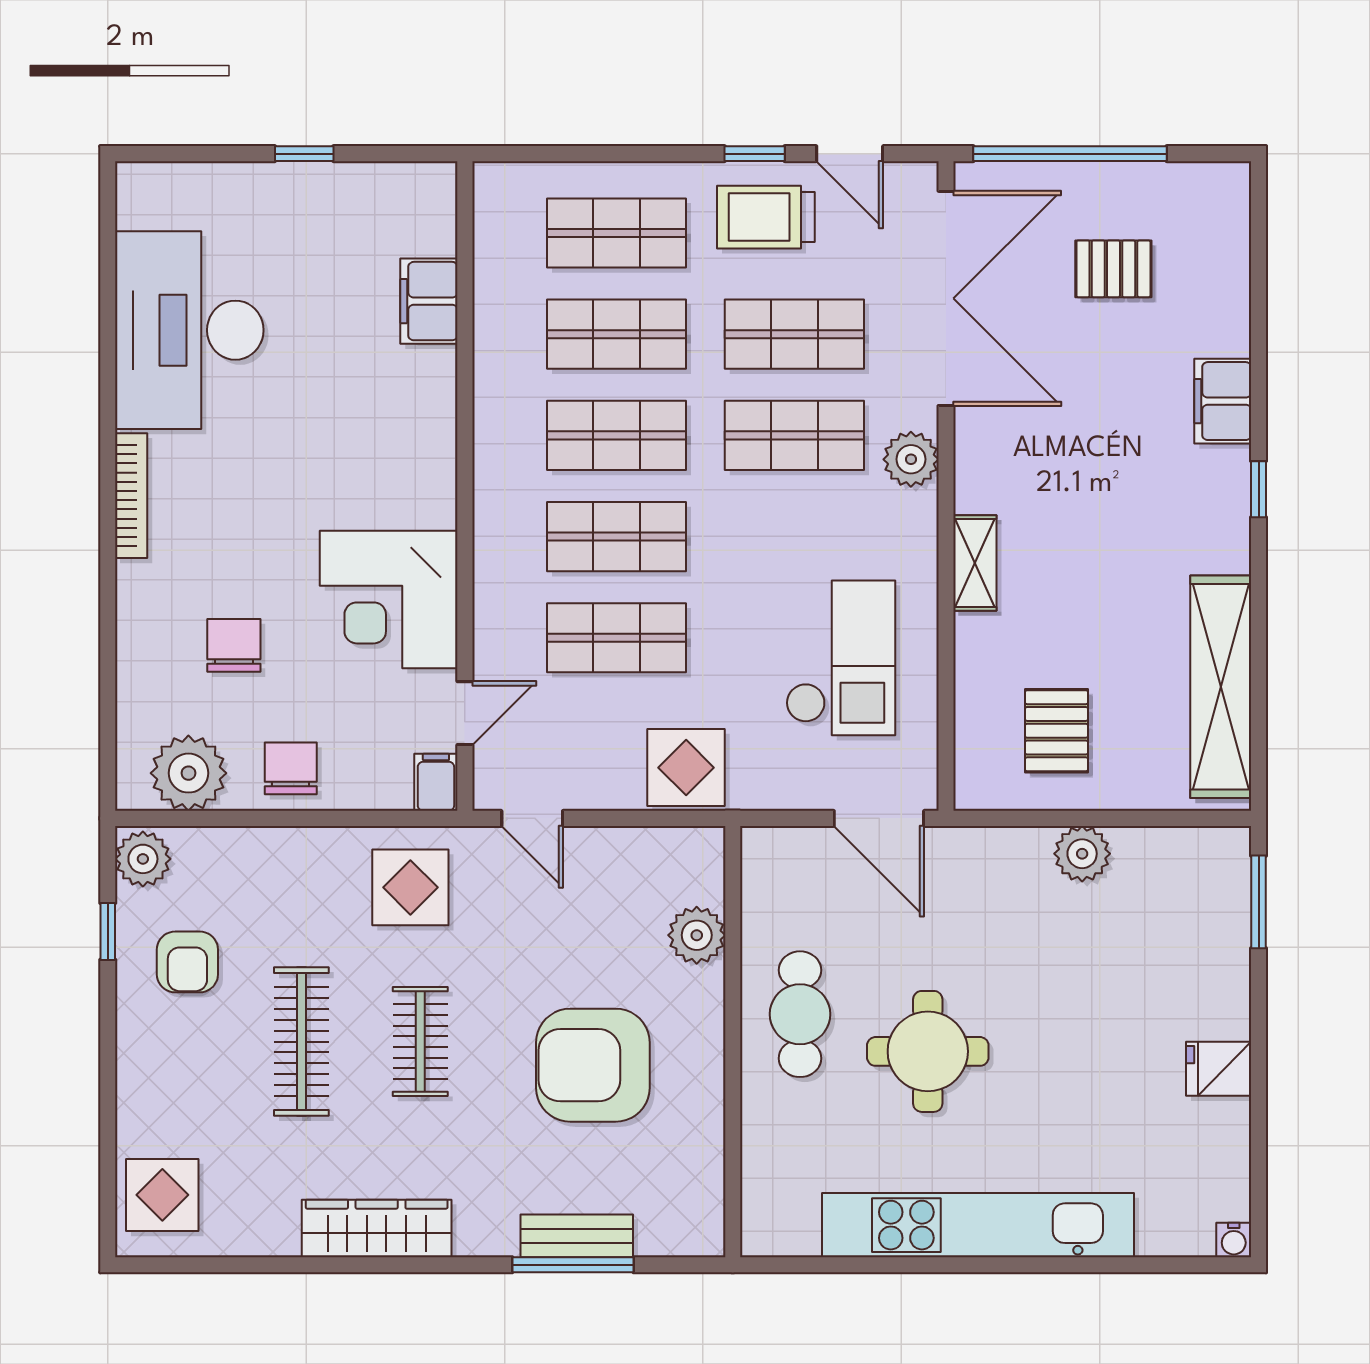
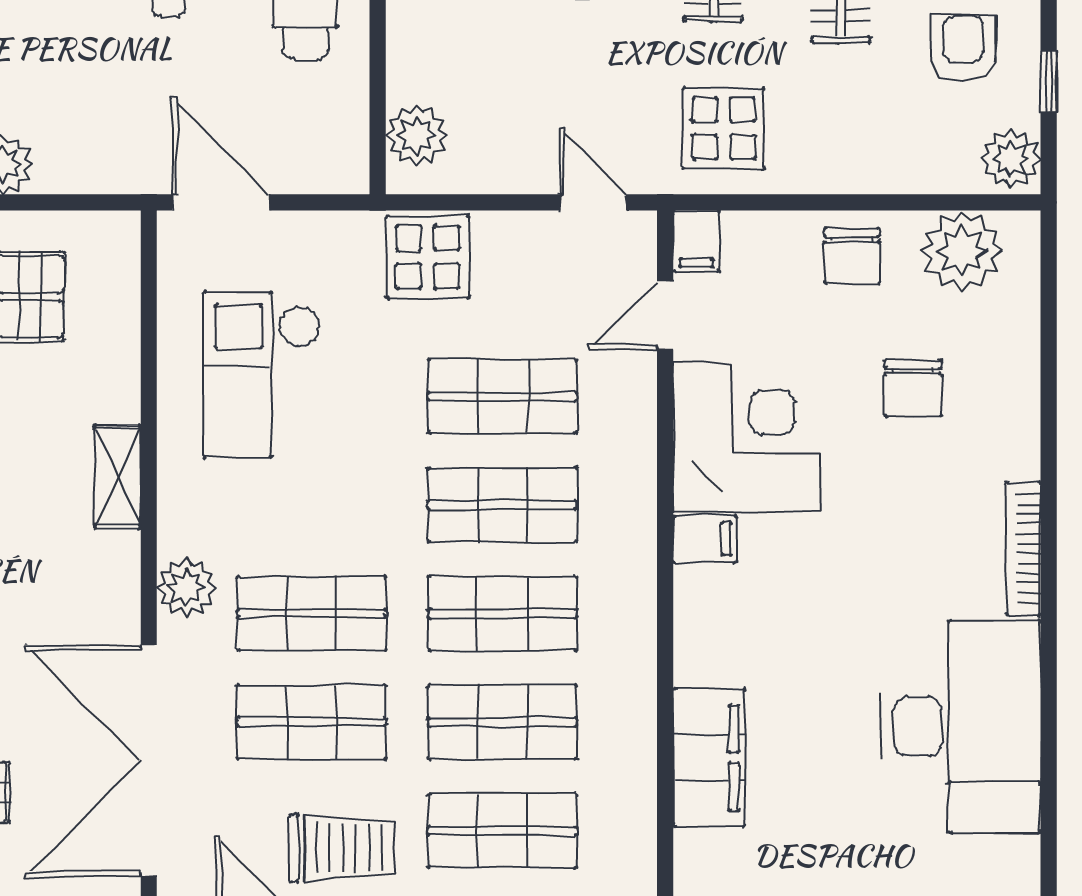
filing cabinet: (429, 301) -> (709, 758), width x1.50, depth x1.17
filing cabinet: (428, 505) -> (705, 539), added
plant: (697, 935) -> (416, 135), moved

